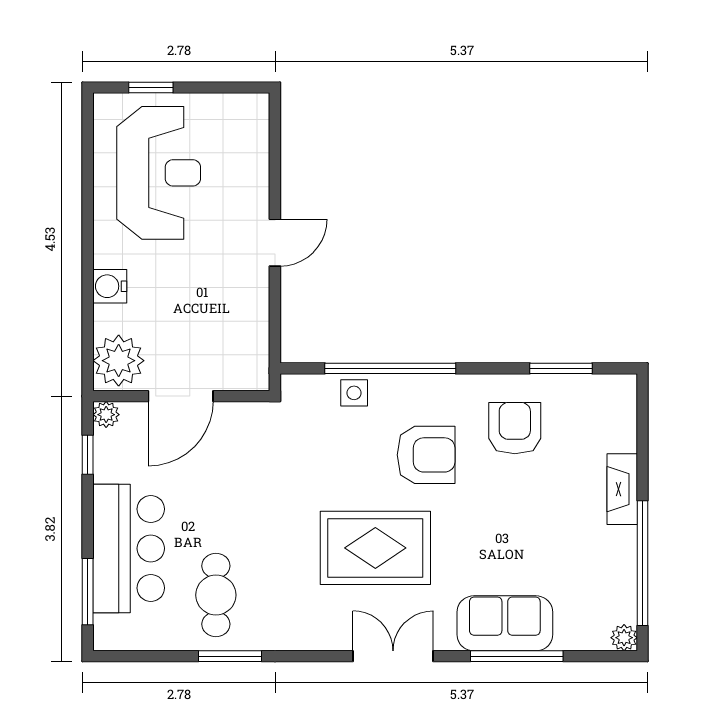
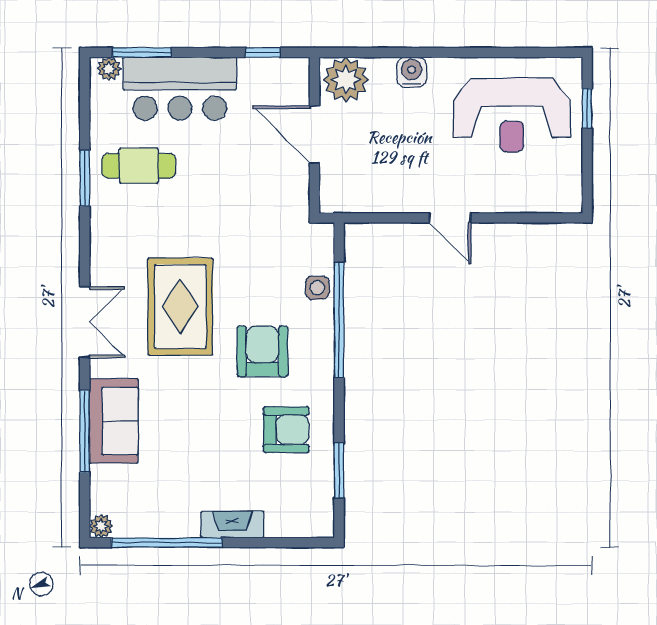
plant: (106, 415) -> (109, 69), moved
armchair: (426, 455) -> (262, 351), turned 180

